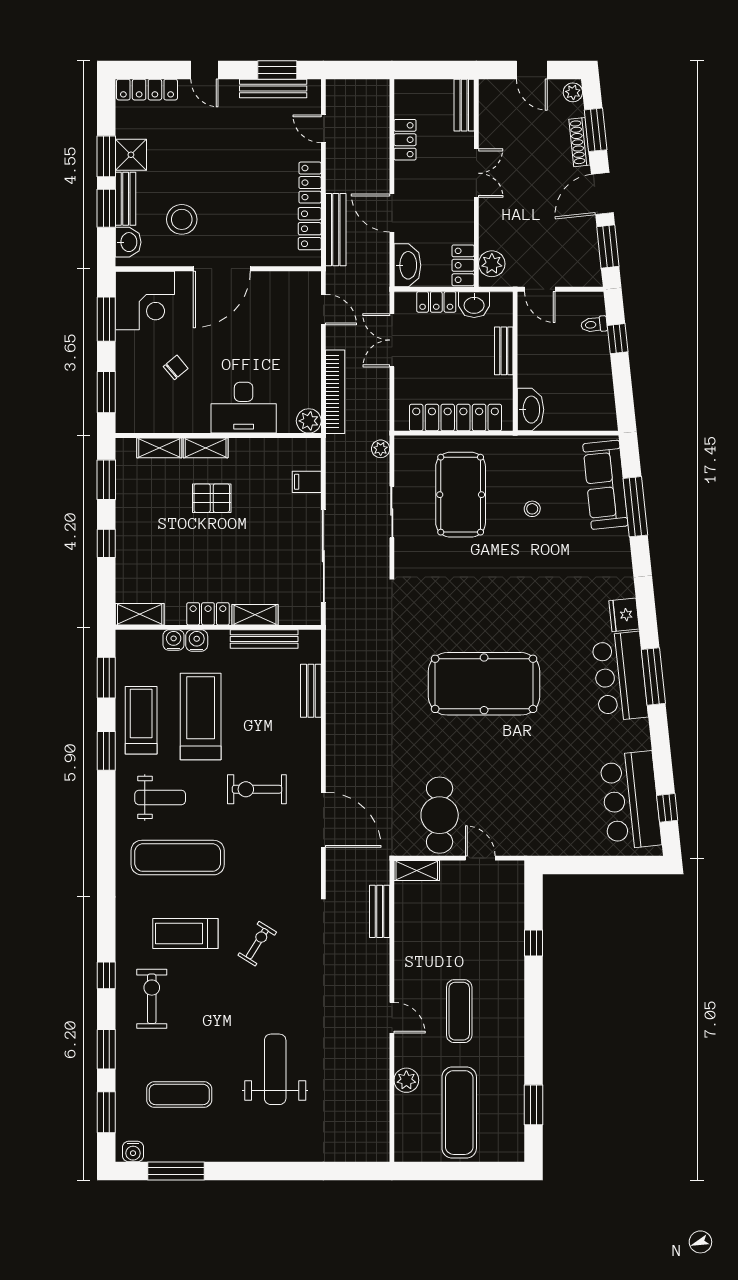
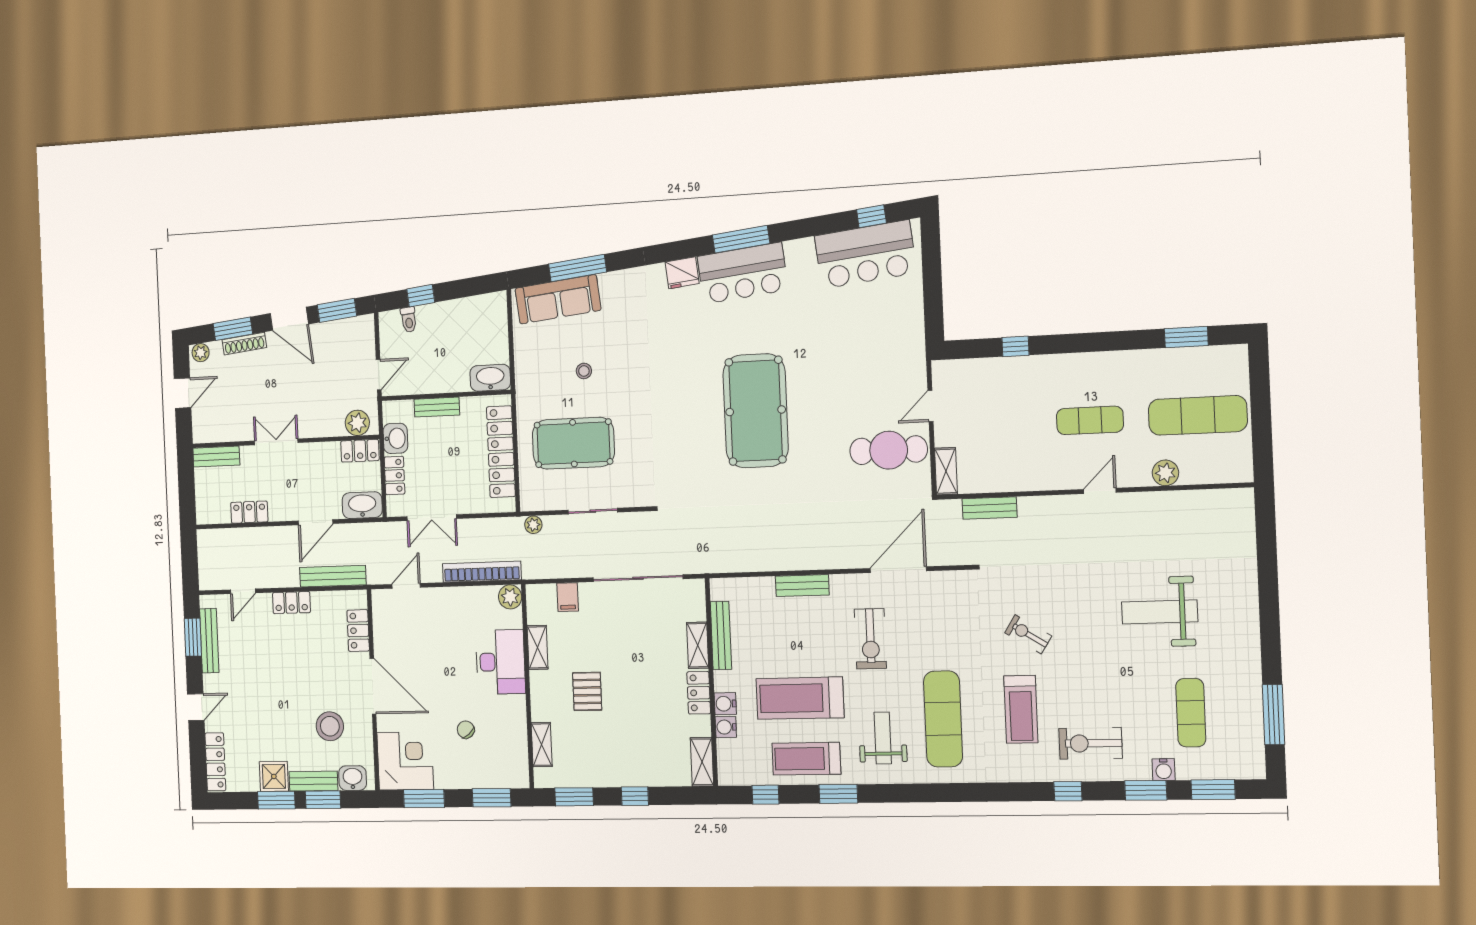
locker: (310, 229) -> (358, 631), moved, turned 90
shelving: (206, 448) -> (538, 647), moved
window: (106, 678) -> (765, 795), width x0.67
bench: (311, 691) -> (802, 585), moved
water cooler: (133, 1151) -> (1164, 770), moved, turned 90

